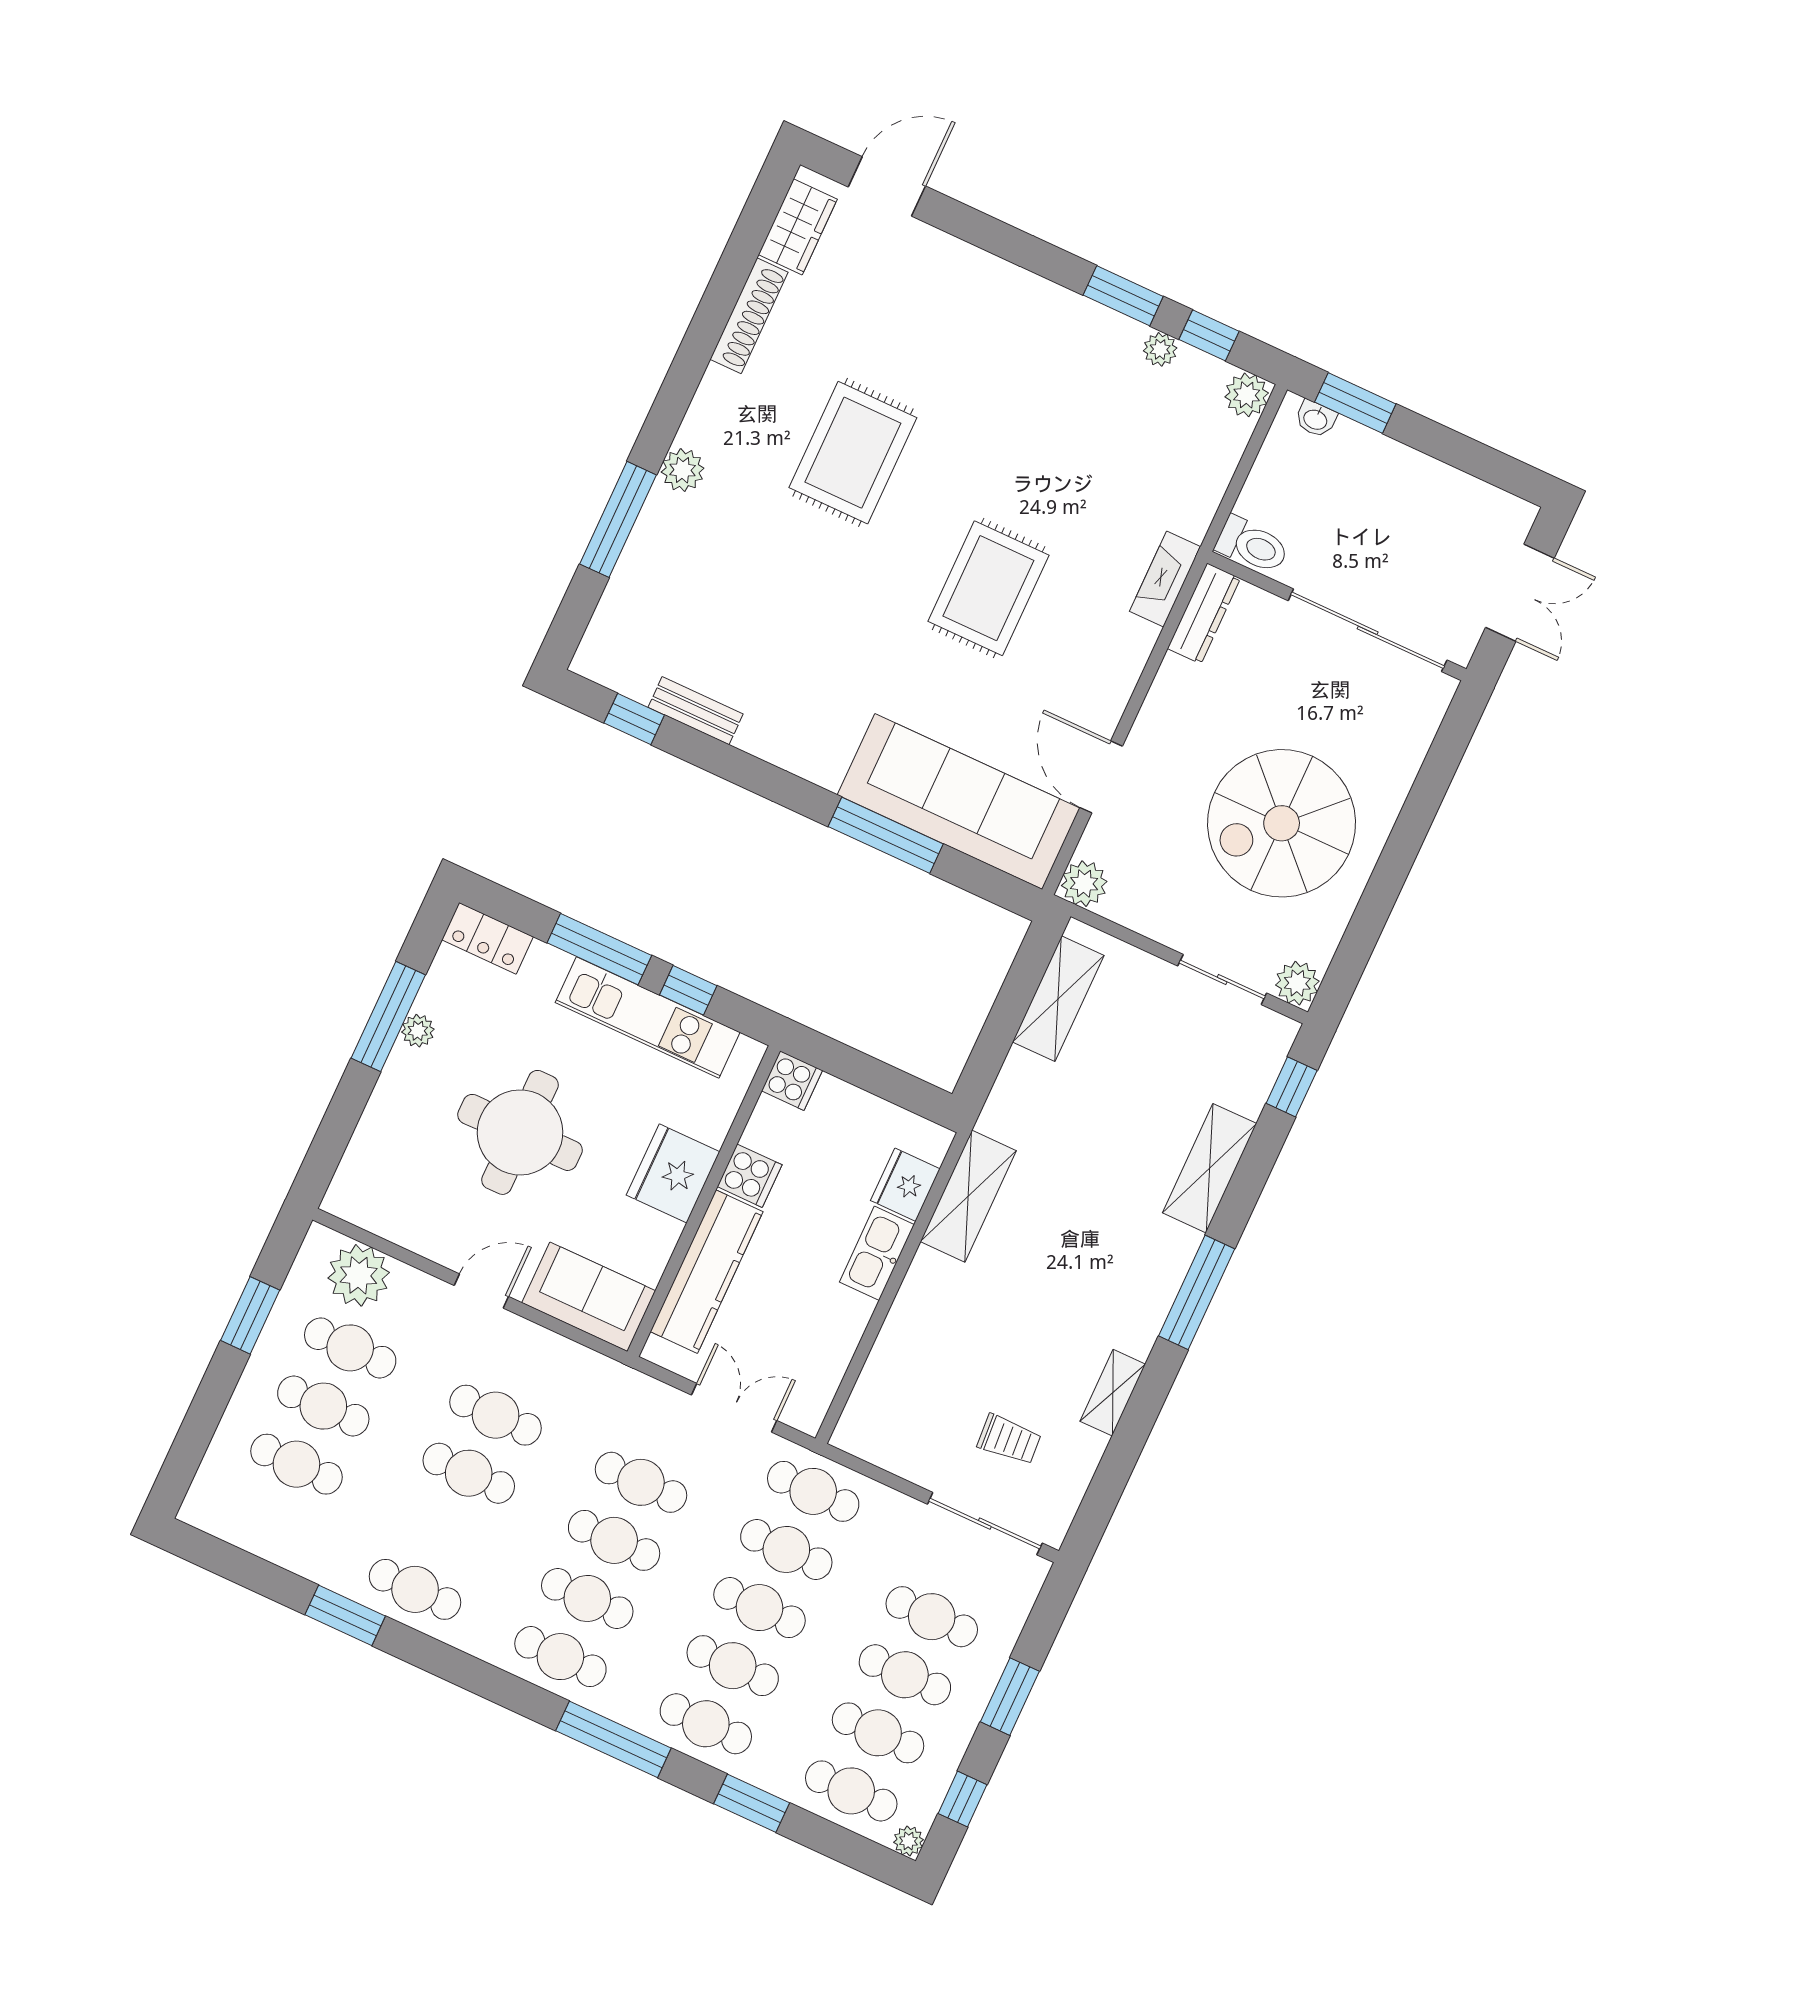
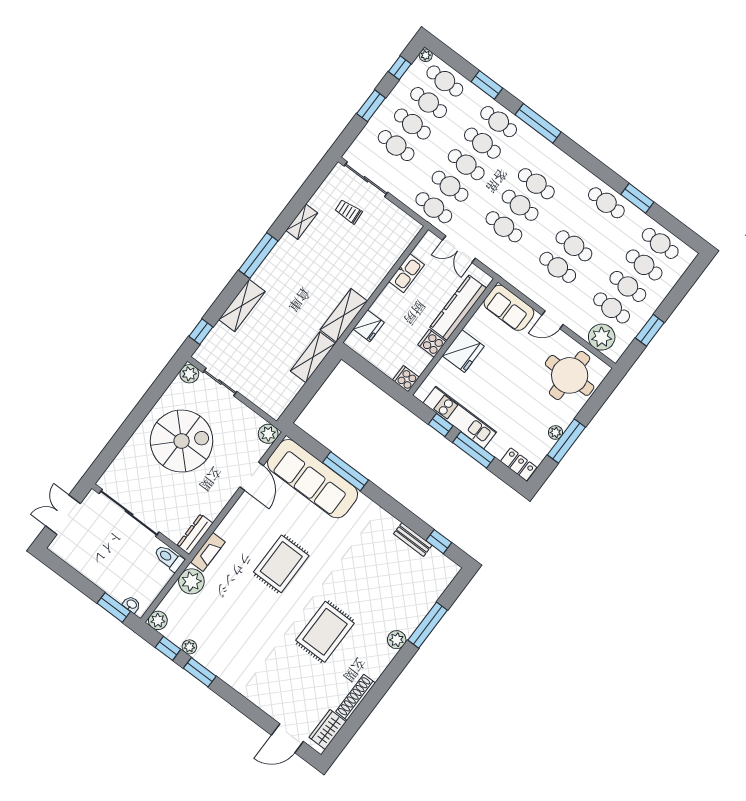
plant: (1188, 502) -> (191, 581), added
shelving: (1058, 999) -> (313, 357), moved
round table: (520, 1132) -> (570, 375), moved
kitchen sink: (877, 1253) -> (407, 273), moved
cafe table: (560, 1657) -> (660, 243), moved

